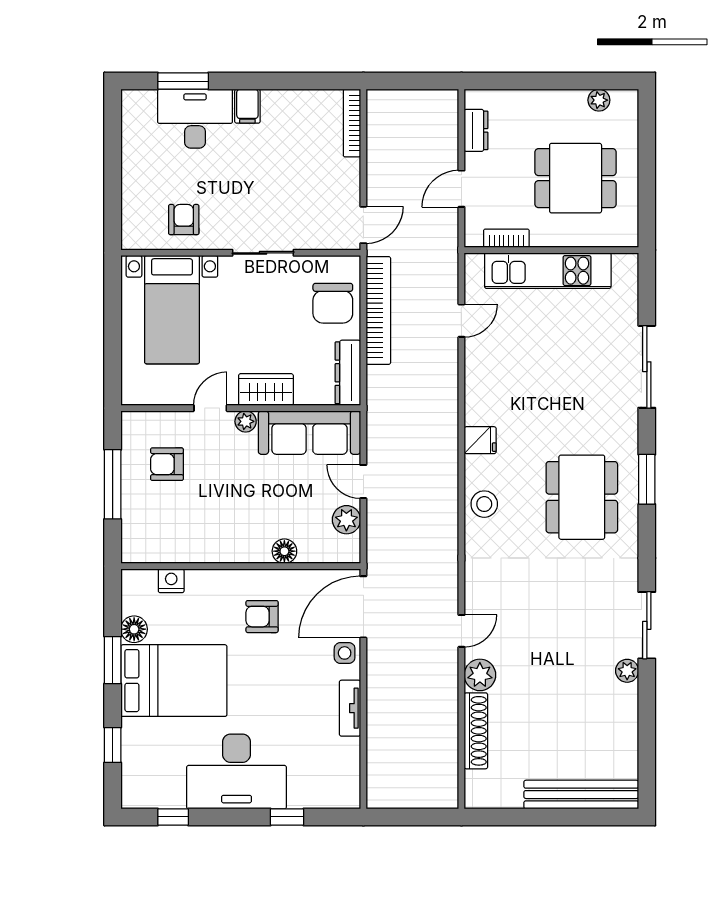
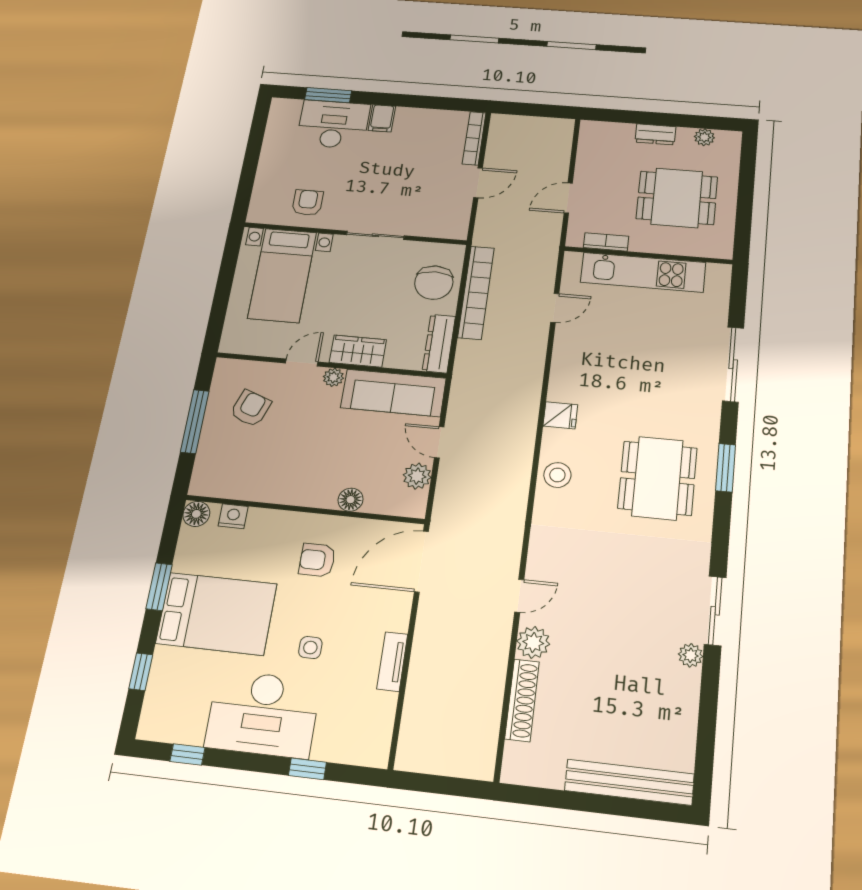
dresser: (476, 130) -> (655, 134), moved, turned 90
door: (363, 225) -> (478, 183), moved
armchair: (167, 464) -> (251, 408), turned 110
floor lamp: (134, 629) -> (196, 514), moved
side table: (345, 653) -> (310, 648), moved

